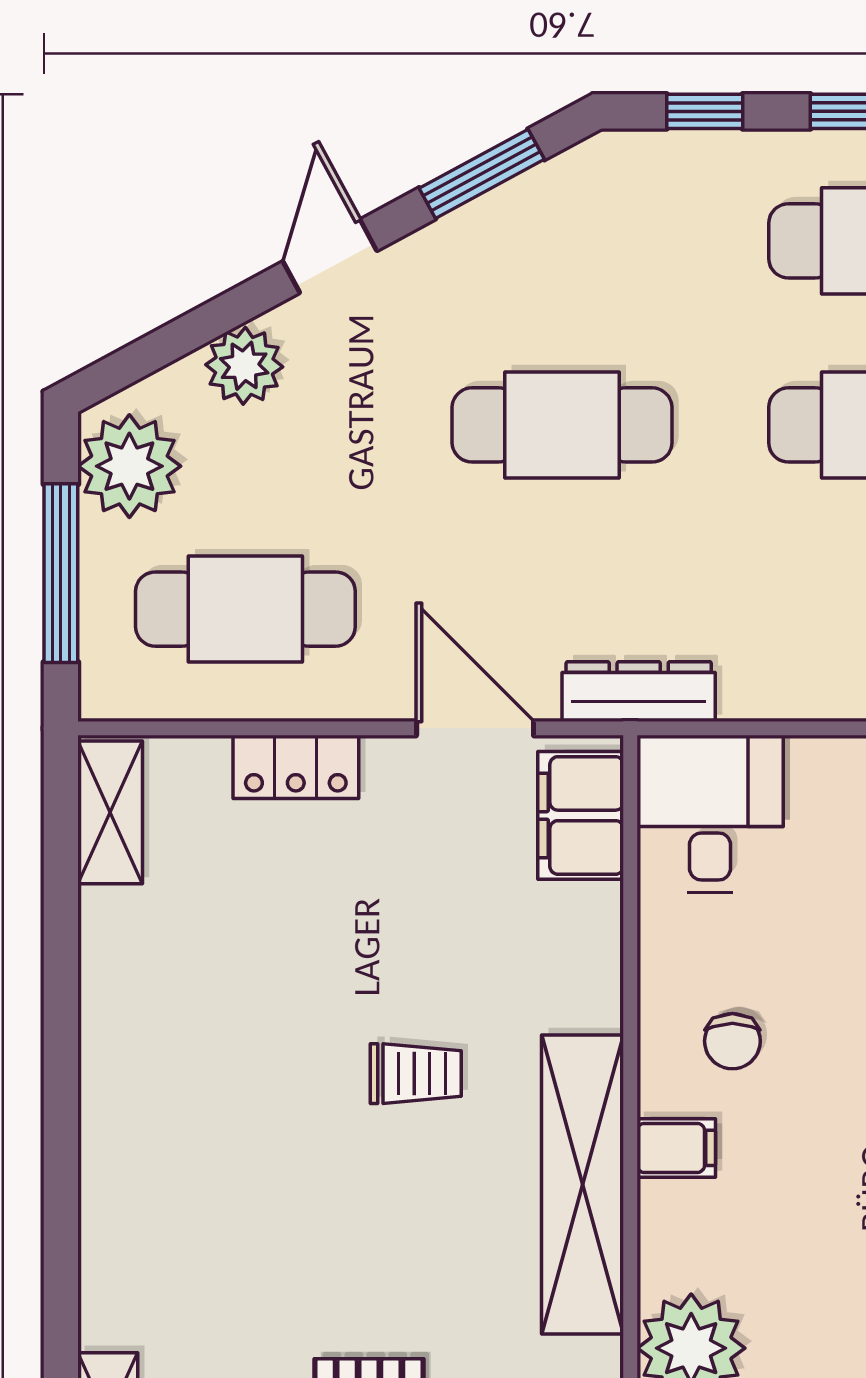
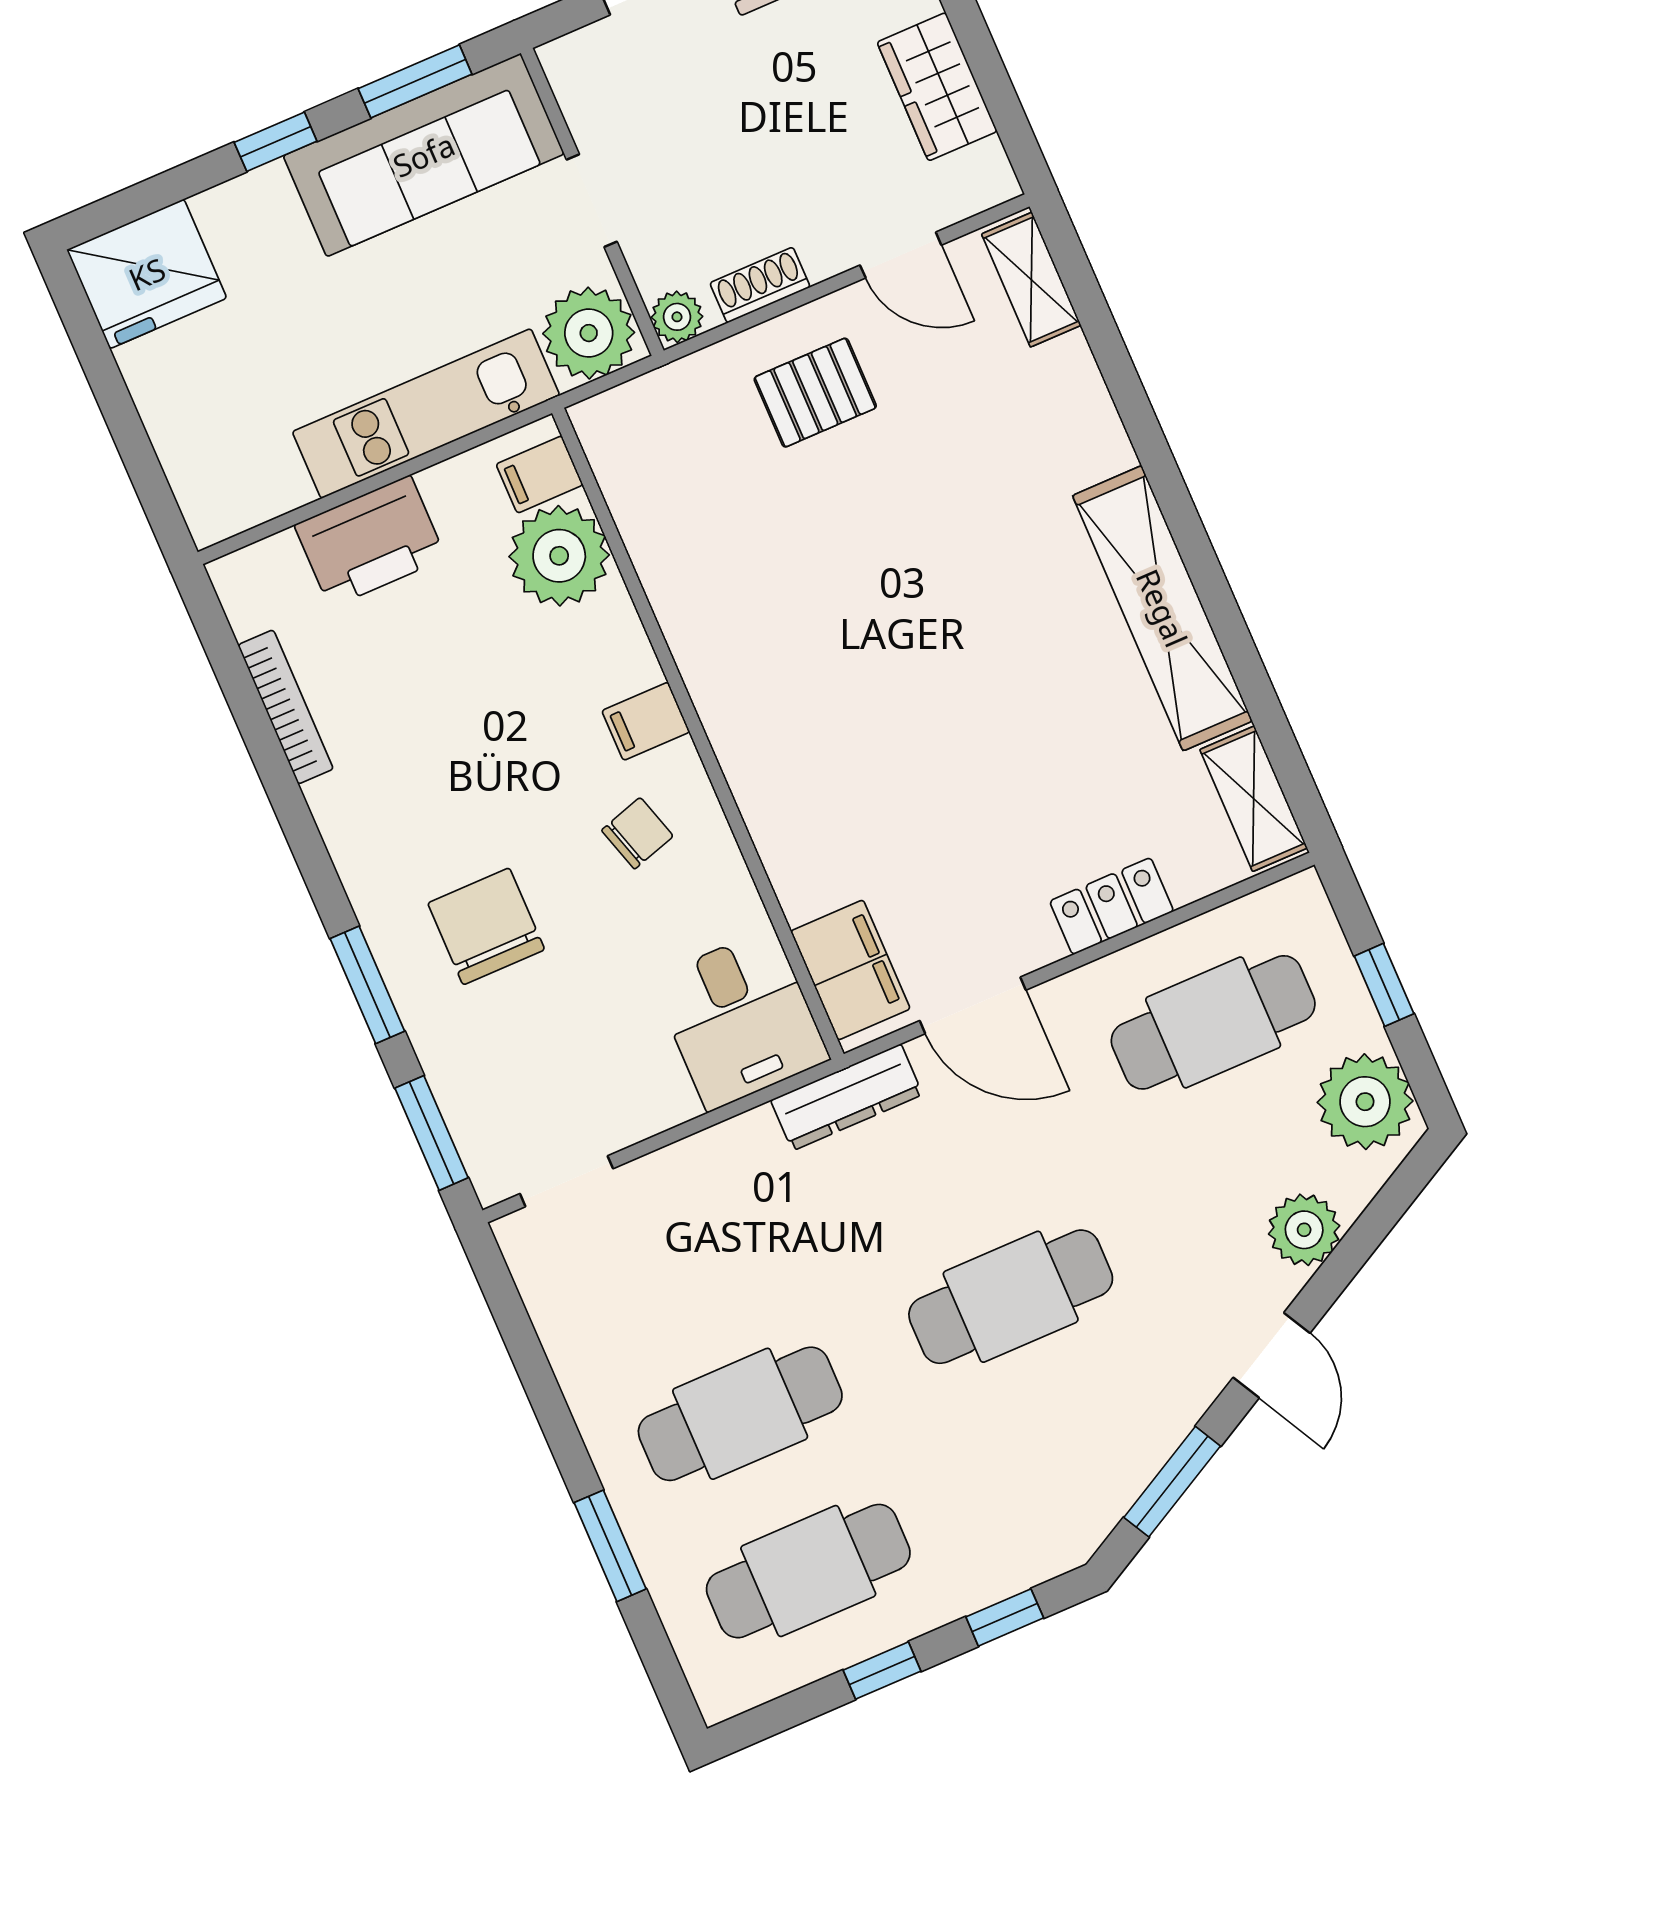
window: (61, 573) -> (1384, 985), width x0.46
chair: (732, 1041) -> (637, 833), turned 73
trolley: (416, 1074) -> (896, 689), removed
shelving: (583, 1184) -> (1162, 608), moved

